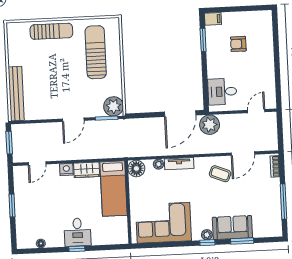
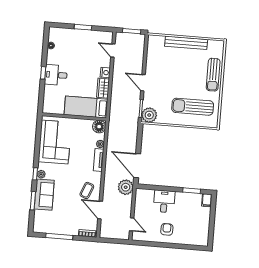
armchair: (238, 44) -> (167, 229), moved
sun lounger: (96, 52) -> (193, 107), turned 180
desk: (222, 92) -> (164, 201), moved
bench: (16, 94) -> (186, 43), moved

